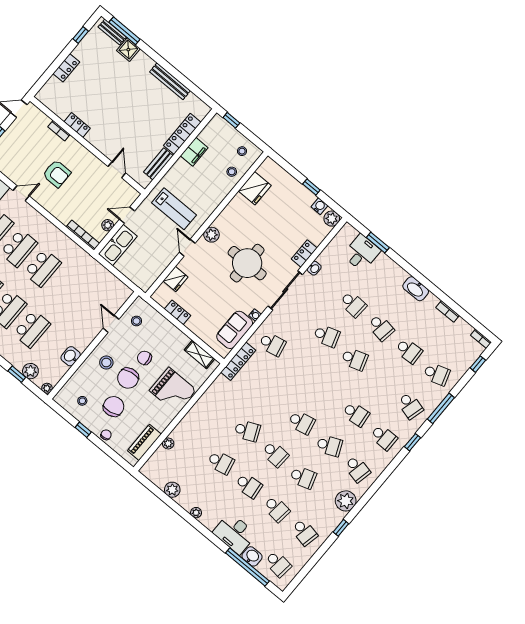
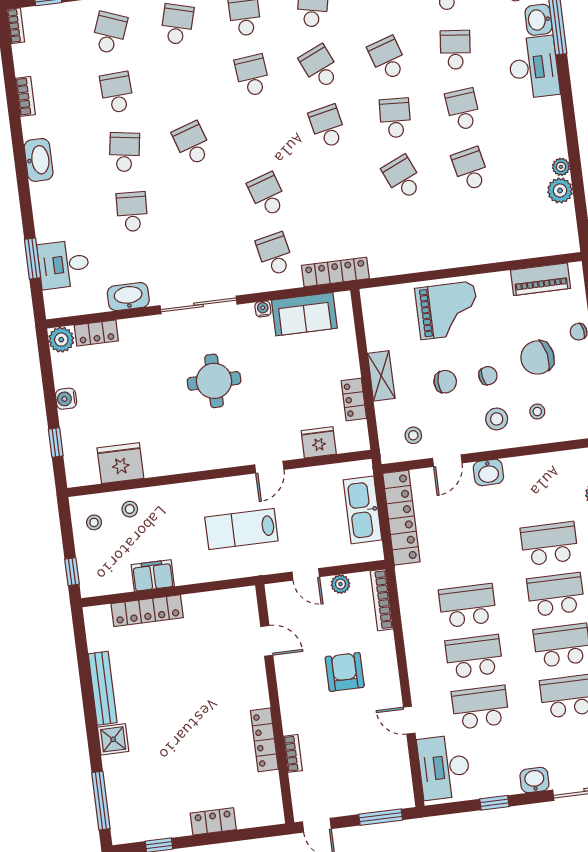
bench: (112, 32) -> (117, 813), removed
shower: (128, 50) -> (113, 739), moved
locker: (77, 125) -> (264, 740), width x1.53
bench: (158, 164) -> (210, 601), removed
door: (117, 170) -> (267, 641), swing flipped
armchair: (57, 174) -> (345, 672), moved
window: (311, 187) -> (56, 443), moved
water cooler: (319, 206) -> (66, 399), moved
lab bench: (174, 209) -> (241, 529), turned -90
plant: (211, 235) -> (225, 455), removed
kitchen sink: (118, 245) -> (362, 510), moved, turned -90
locker: (304, 253) -> (96, 333), moved
round table: (247, 263) -> (214, 381), width x0.73, depth x0.73
washbasin: (314, 268) -> (128, 297), width x1.91, depth x1.45
locker: (108, 280) -> (401, 518), added
school desk: (327, 336) -> (267, 195), moved
shelving: (199, 354) -> (381, 376), moved
washbasin: (71, 356) -> (488, 472), moved
chair: (144, 358) -> (445, 382), turned -81
school desk: (437, 374) -> (109, 33), turned 39
chair: (128, 378) -> (488, 376), width x0.54, depth x0.54
grand piano: (173, 390) -> (447, 310), turned 90
stool: (82, 401) -> (537, 412), moved
plant: (168, 443) -> (513, 251), removed
plant: (196, 513) -> (561, 167), moved

